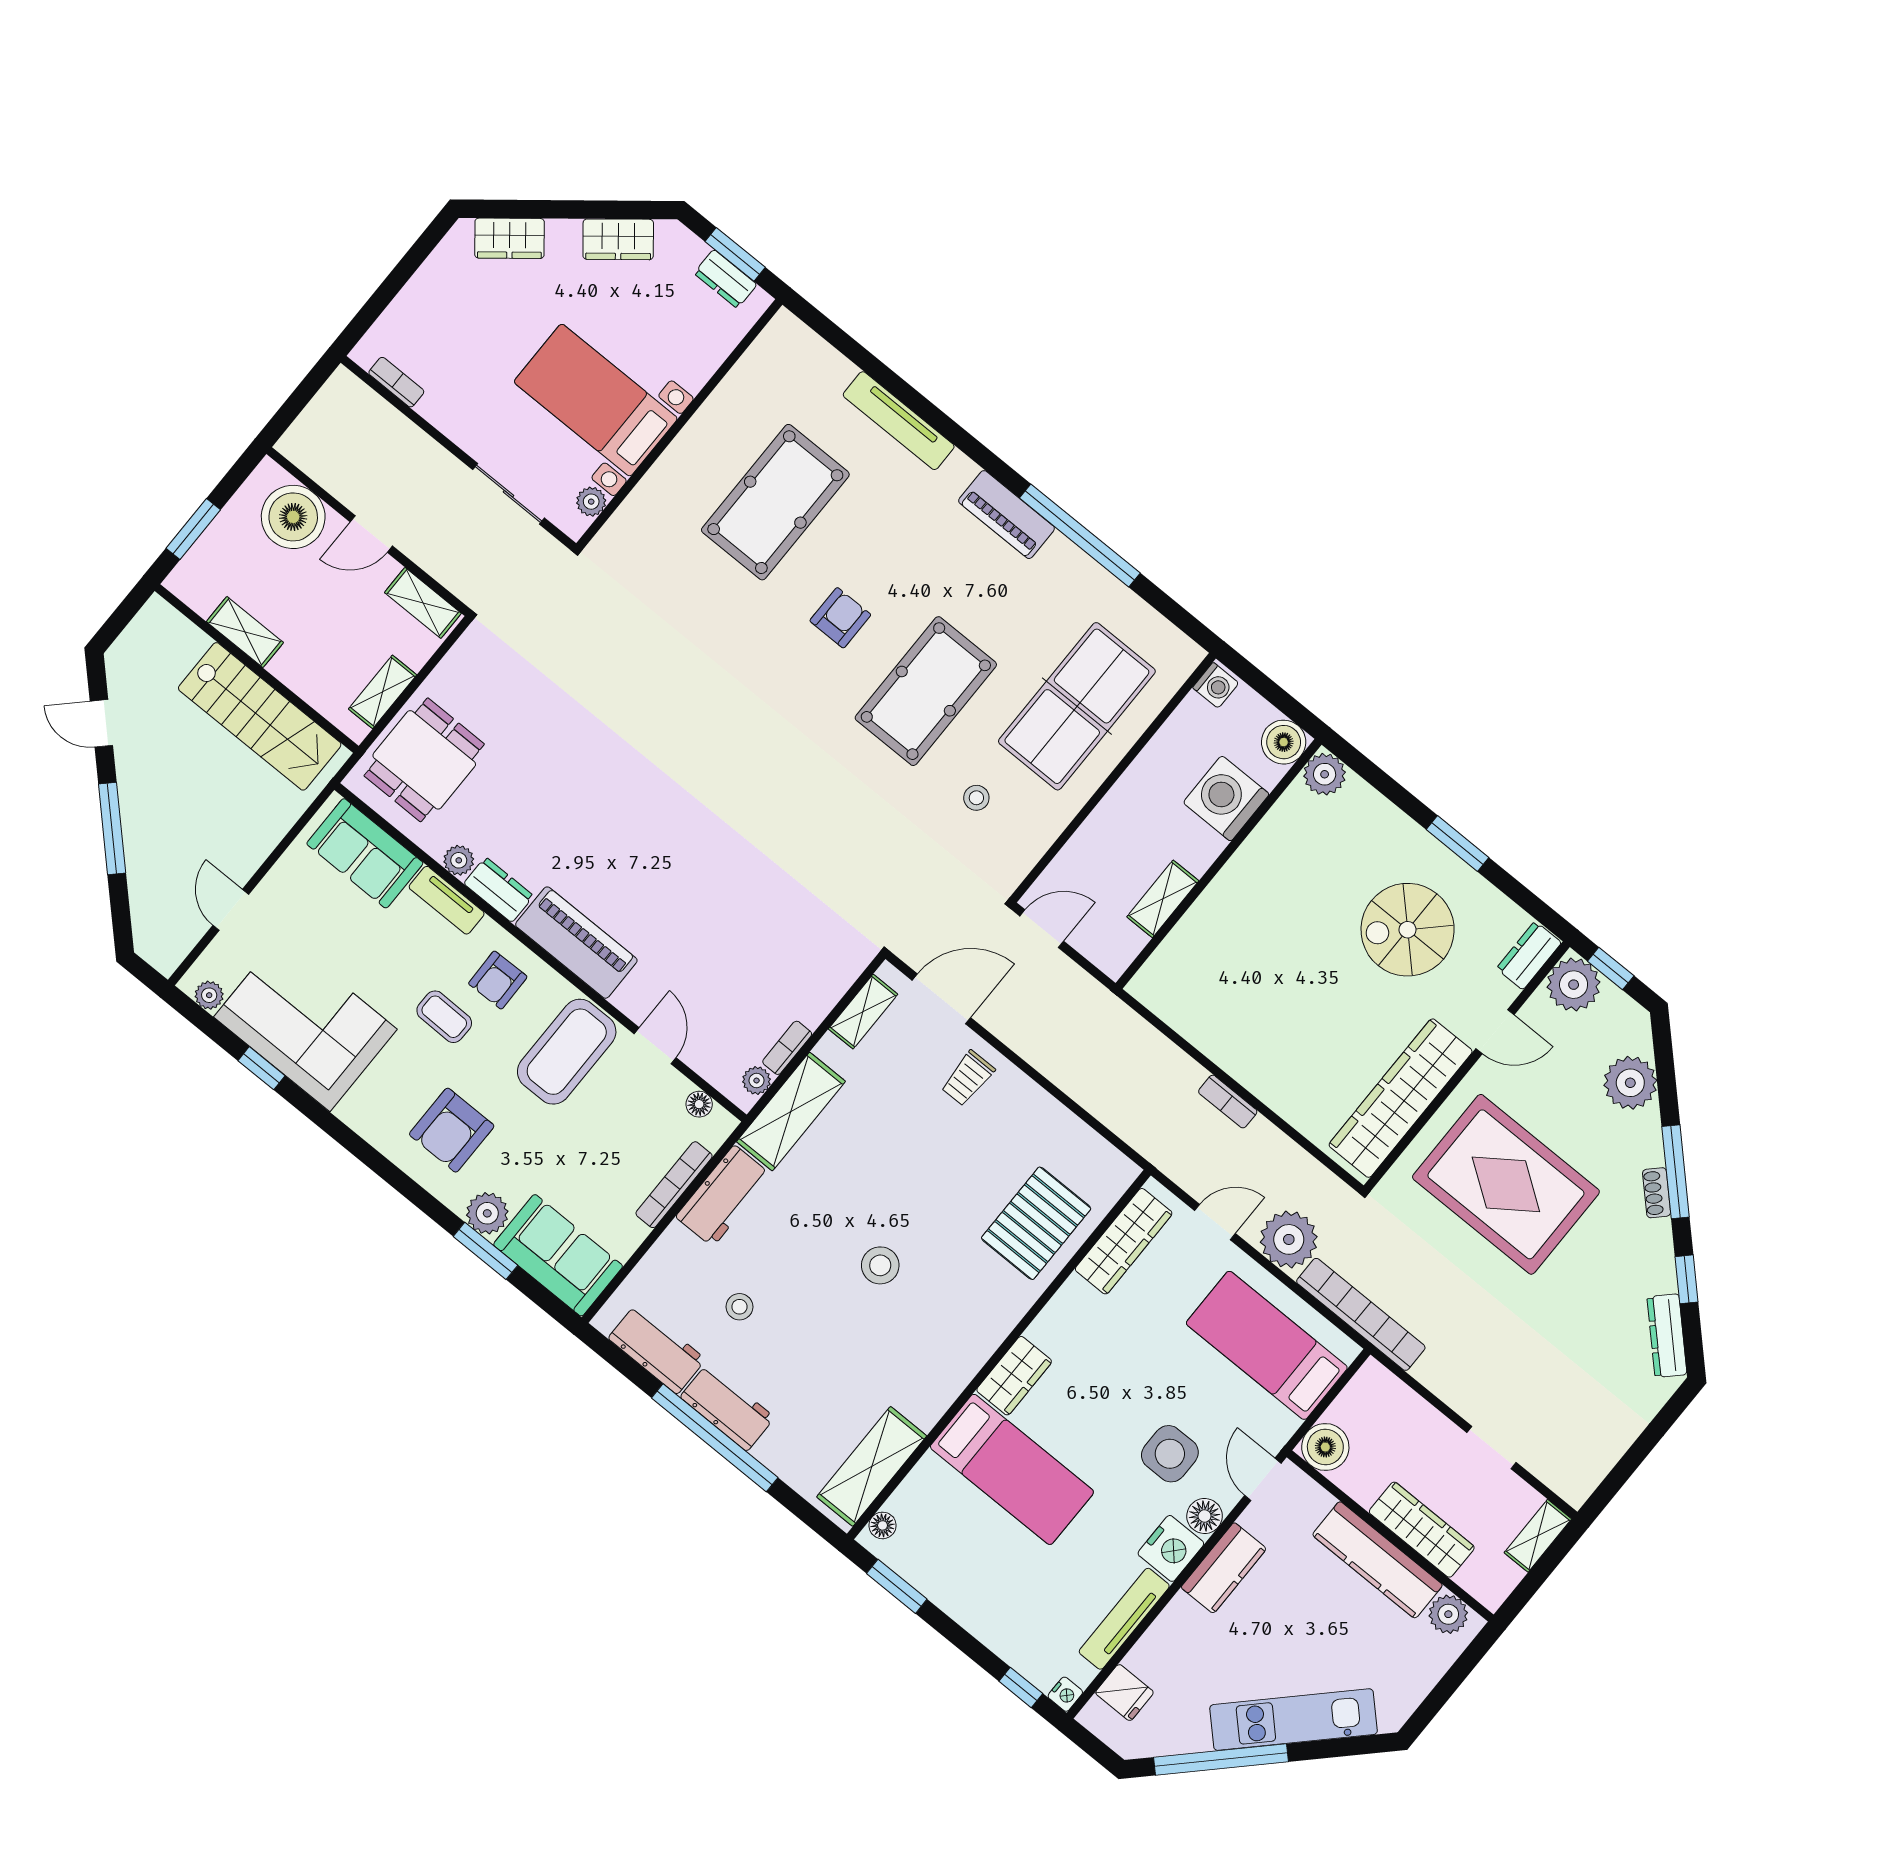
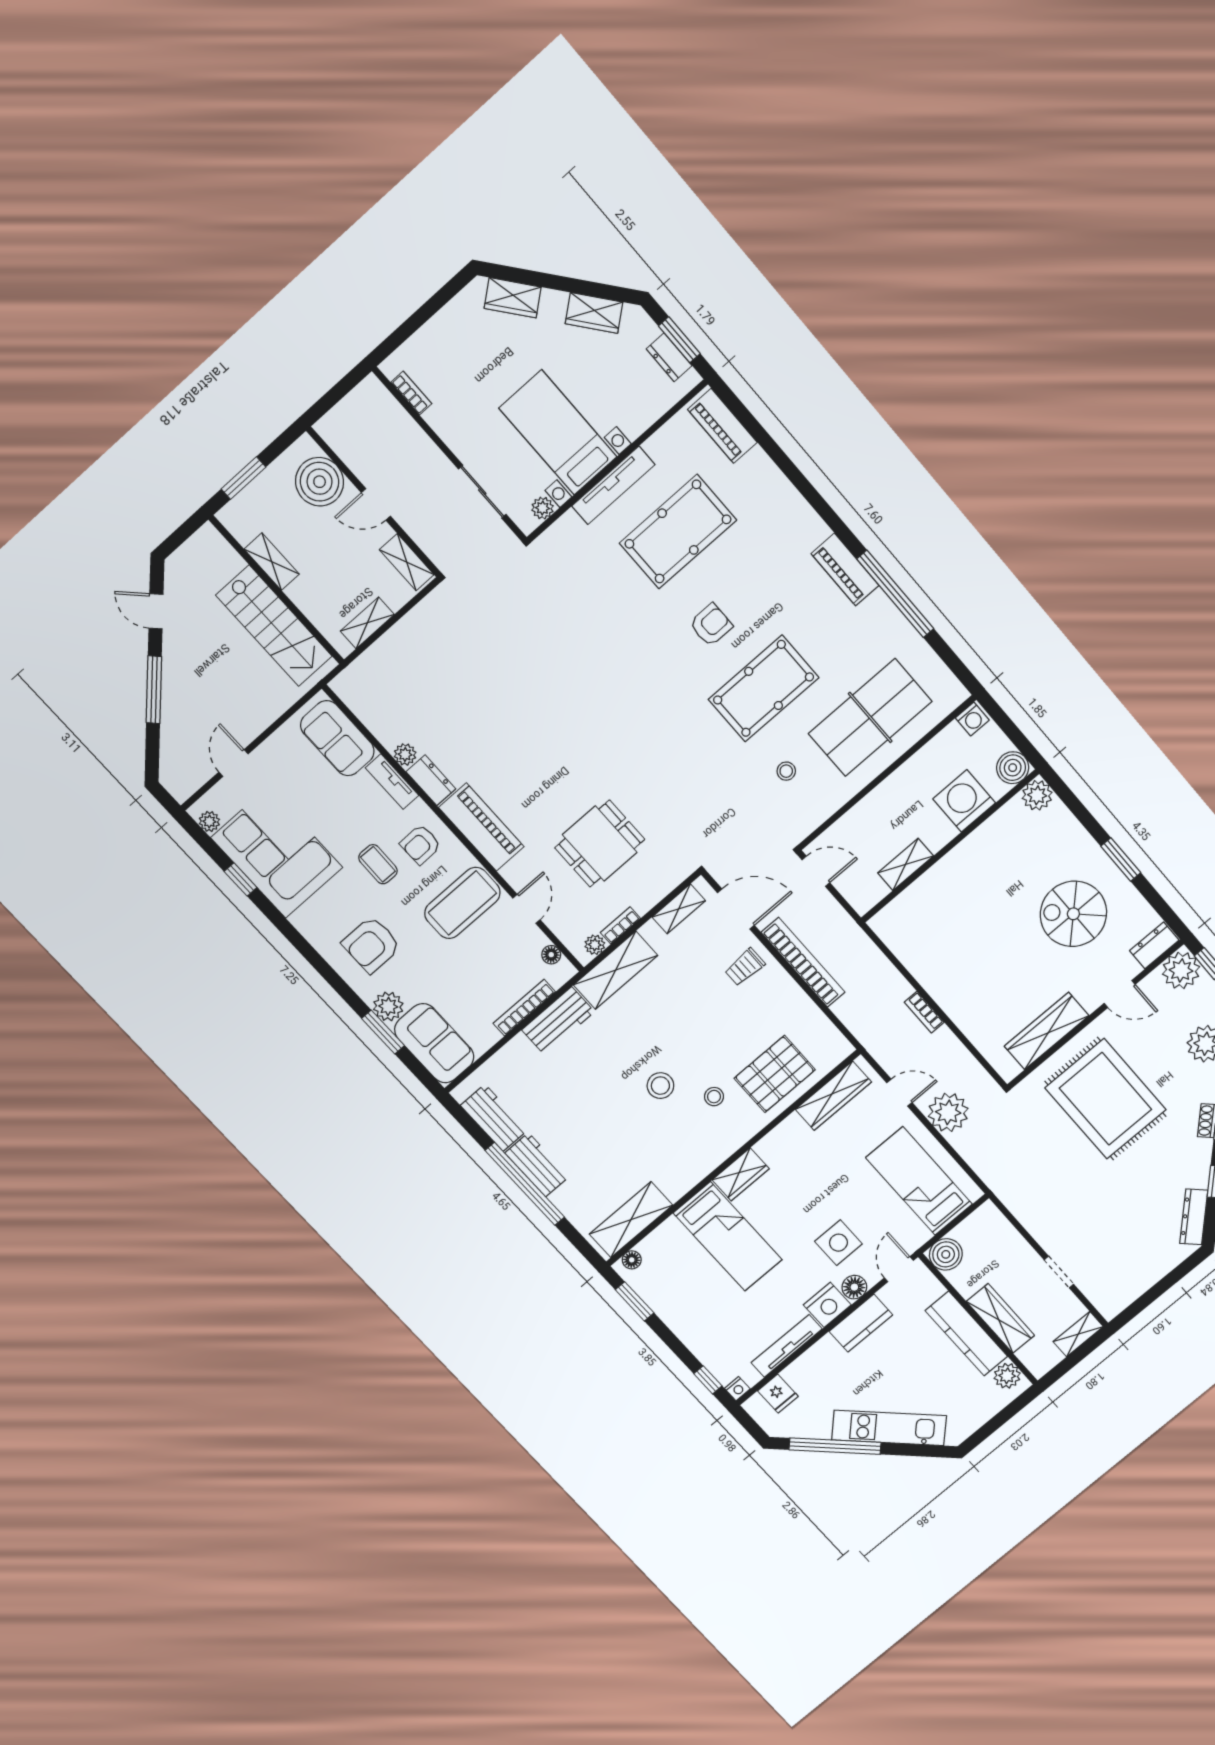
piano: (810, 355) -> (722, 426), added
tv unit: (899, 421) -> (613, 485), moved, turned -90
dining table: (424, 760) -> (600, 844), moved
wardrobe: (1401, 1098) -> (1047, 1031), width x0.71, depth x0.85
stool: (739, 1307) -> (714, 1097), moved
bookcase: (1361, 1314) -> (803, 962), moved

